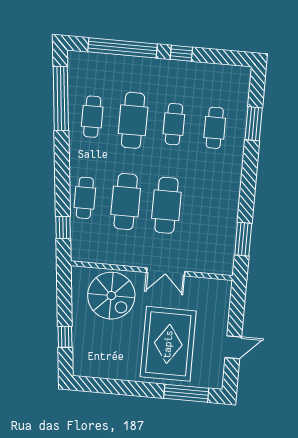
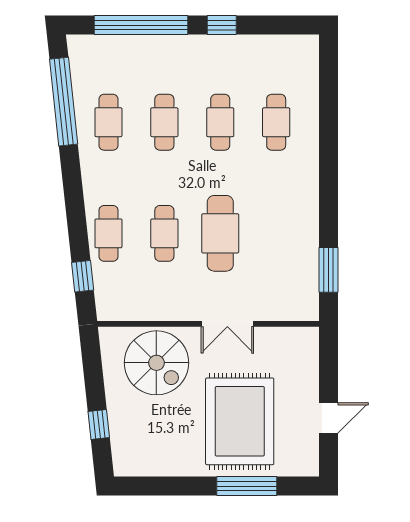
cafe table: (133, 120) -> (164, 122), width x0.73, depth x0.74
window: (254, 124) -> (329, 112), removed
cafe table: (126, 202) -> (164, 233), width x0.73, depth x0.74
window: (186, 393) -> (247, 486), moved

